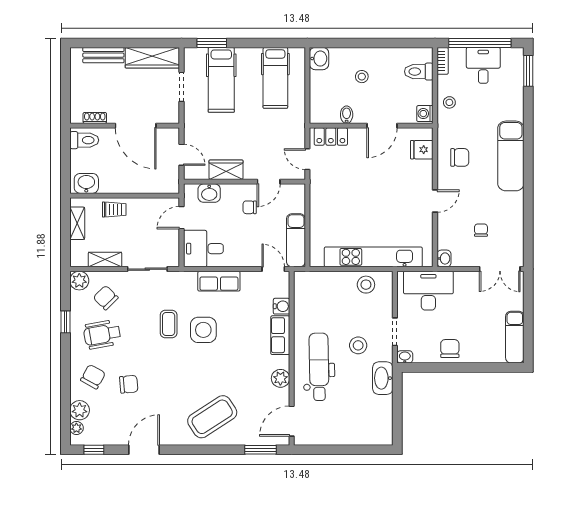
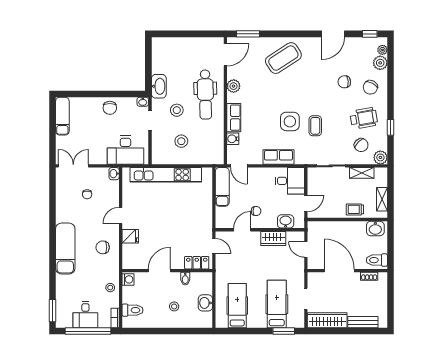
washbasin: (319, 59) -> (205, 303), moved
fridge: (422, 150) -> (130, 236), moved
stool: (366, 285) -> (181, 141), moved

